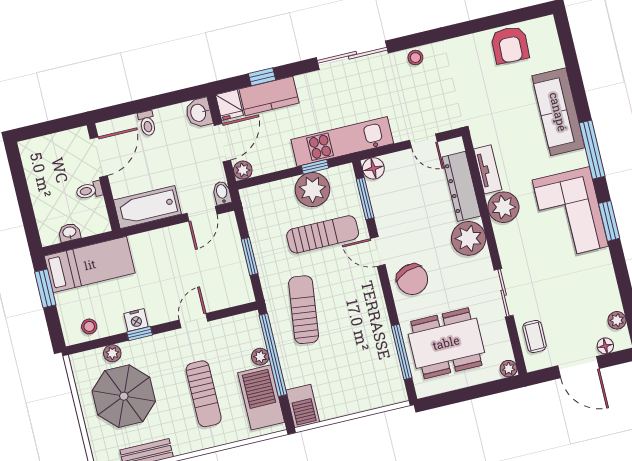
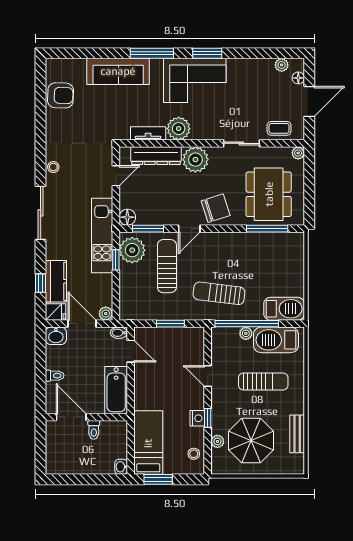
plant: (312, 190) -> (132, 250), moved
washbasin: (69, 232) -> (121, 467), moved
barbecue: (303, 406) -> (284, 309), width x1.37, depth x1.21

